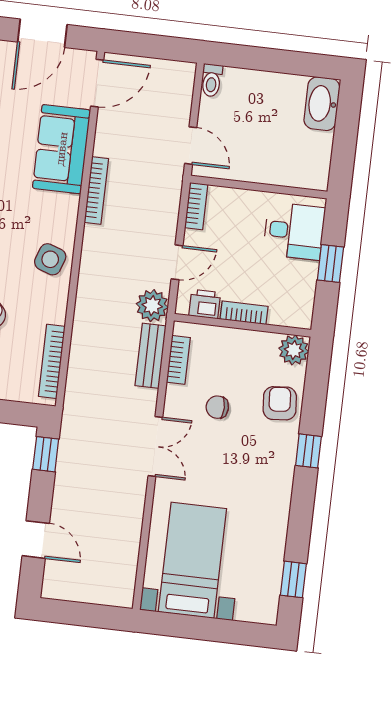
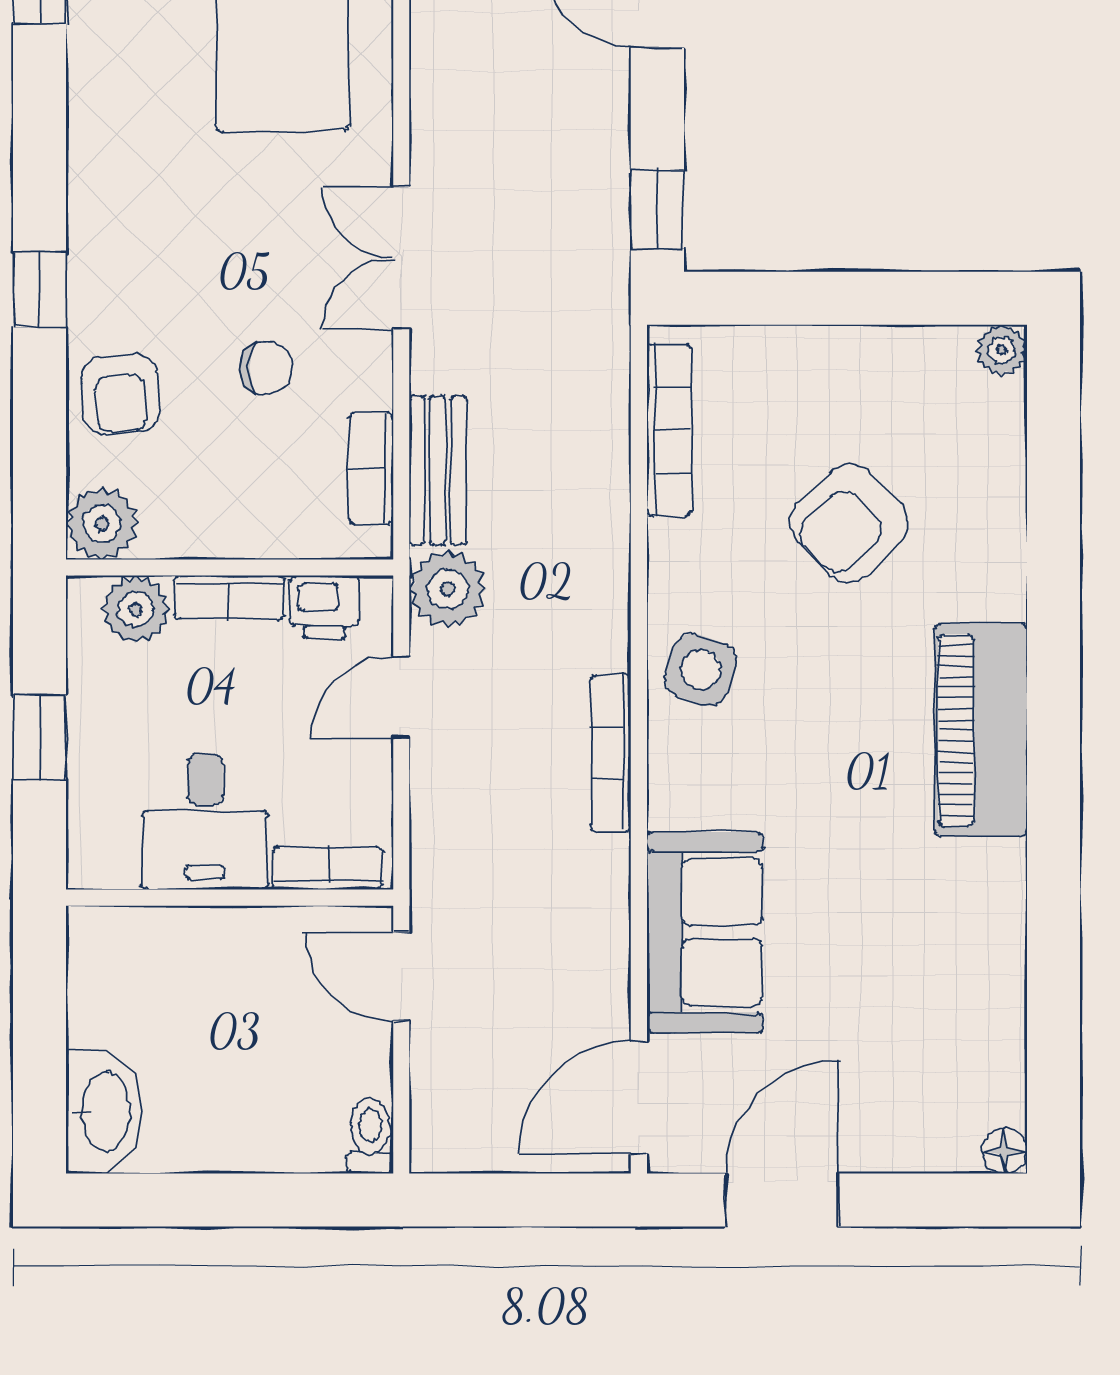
bookcase: (96, 191) -> (611, 753), moved
bookcase: (196, 206) -> (328, 868), moved, turned 90
desk: (294, 231) -> (205, 822), moved, turned -90
plant: (284, 312) -> (135, 609), added

